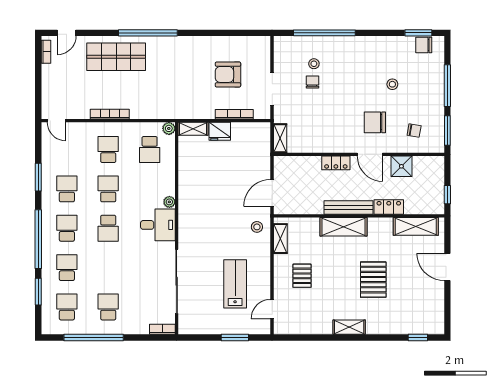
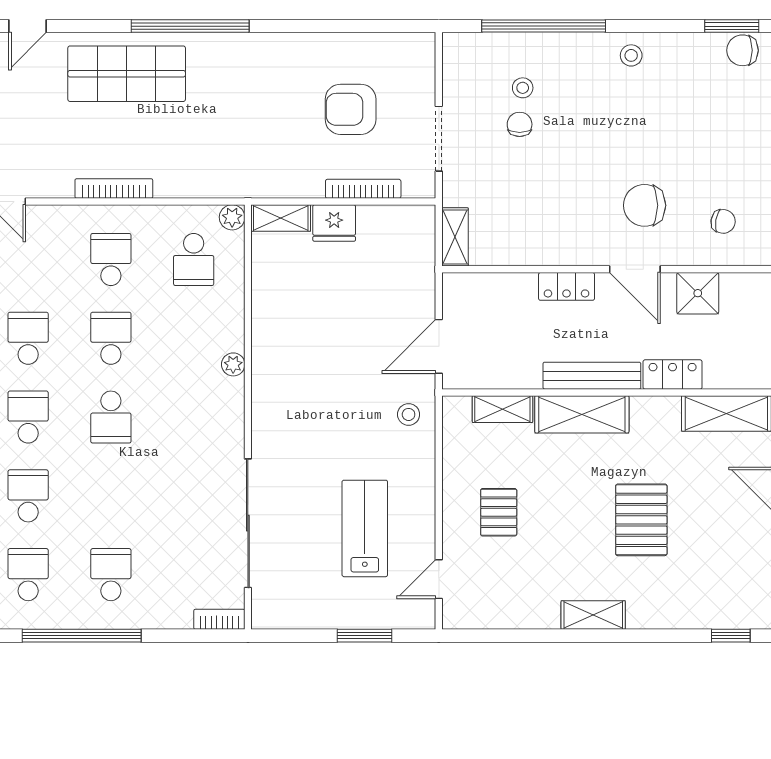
stool: (392, 84) -> (631, 55), moved
desk: (158, 225) -> (210, 410), removed
shelving: (280, 239) -> (502, 409), moved, turned 90

